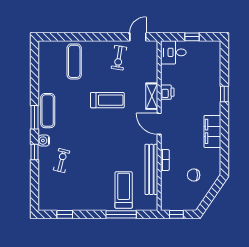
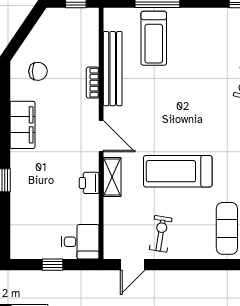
treadmill: (107, 100) -> (178, 171), width x1.37, depth x1.38
chair: (194, 175) -> (38, 71), moved

